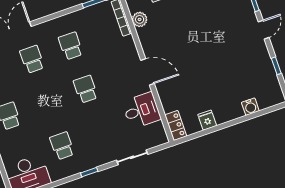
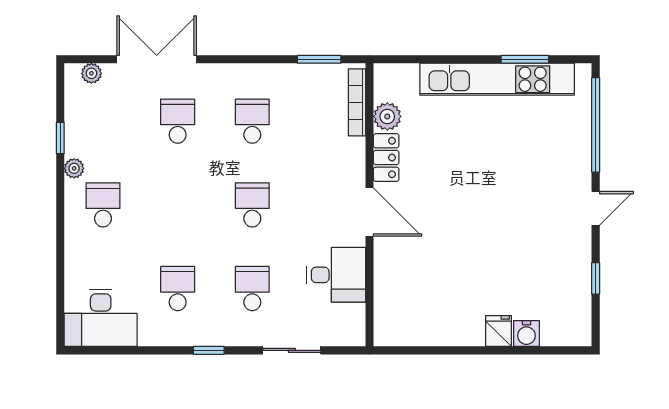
fridge: (207, 120) -> (498, 331), moved
locker: (176, 125) -> (386, 158), moved
school desk: (101, 132) -> (252, 289), added

